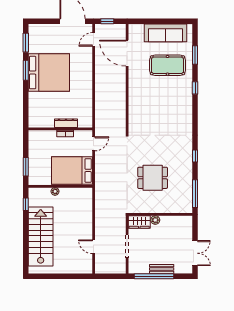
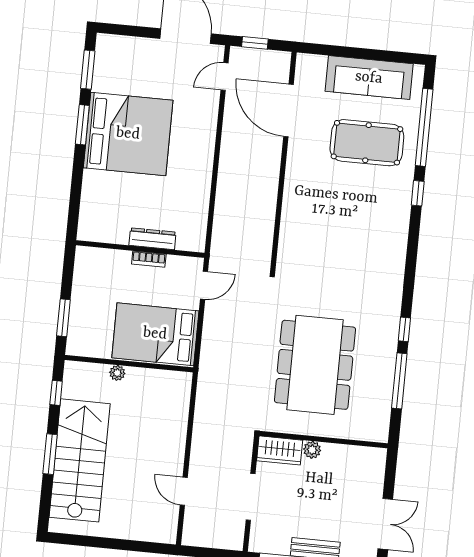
window: (195, 55) -> (424, 127), width x2.11
dining table: (153, 178) -> (315, 365), width x1.88, depth x1.24
window: (195, 194) -> (399, 381), moved
window: (26, 235) -> (50, 454), added

